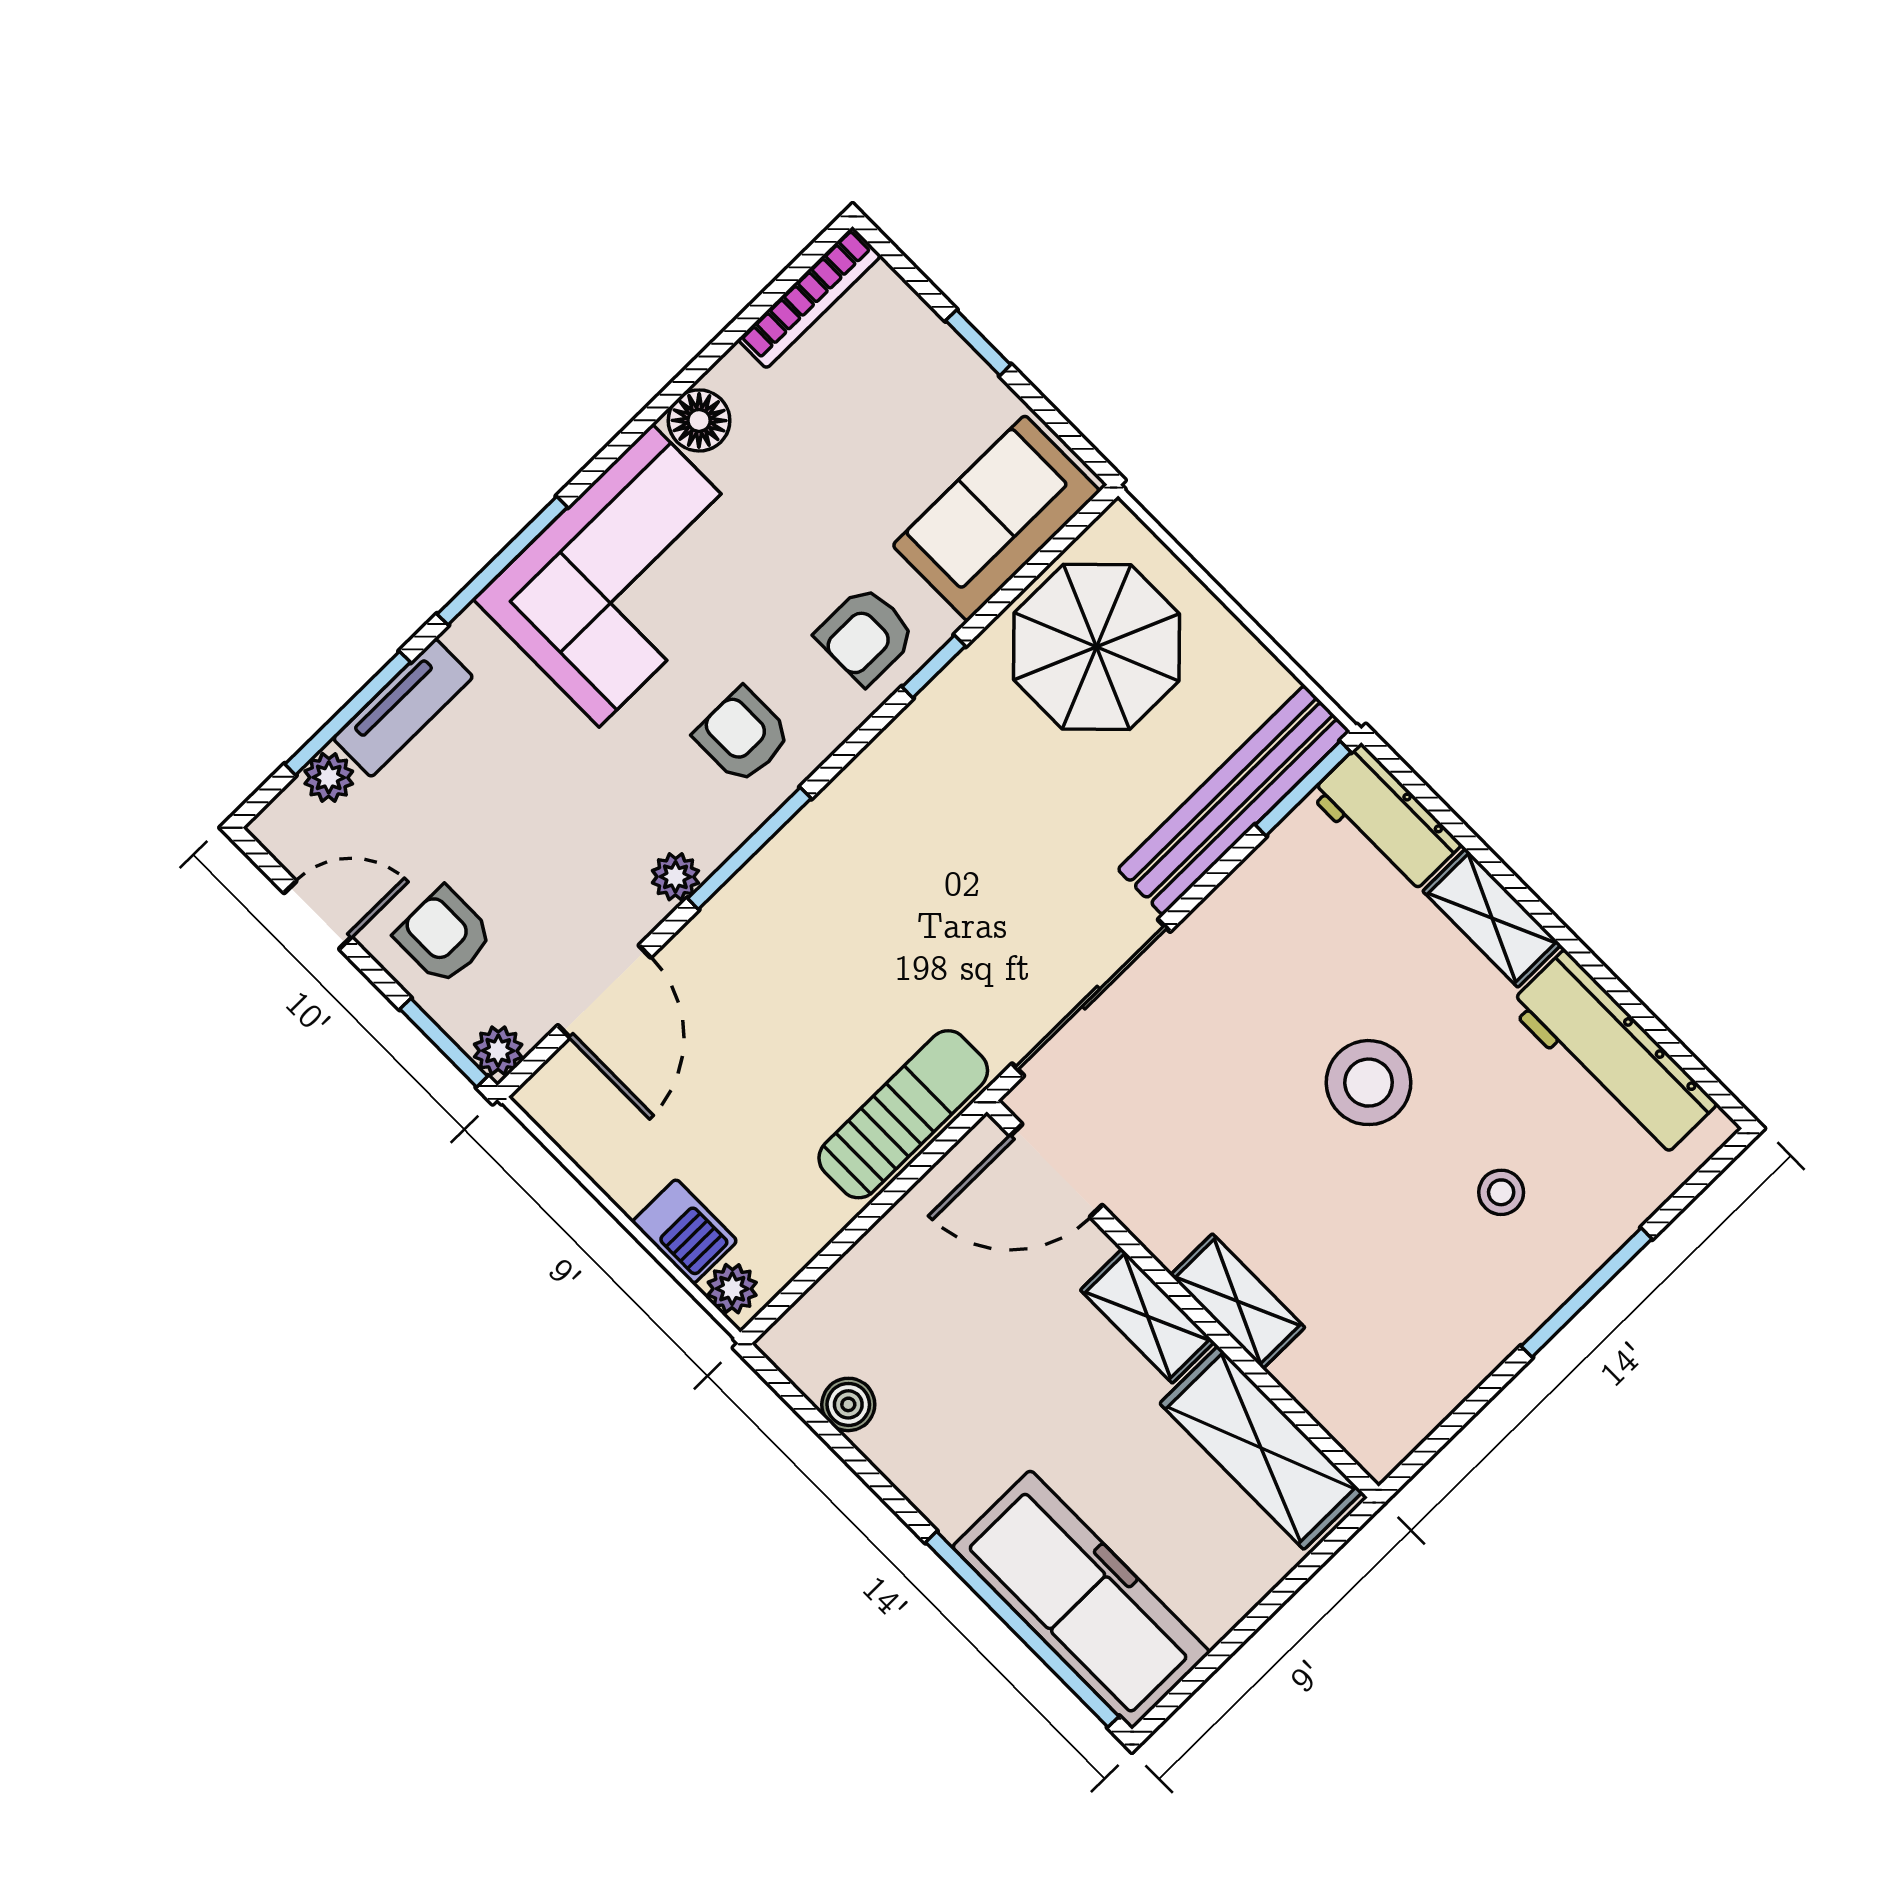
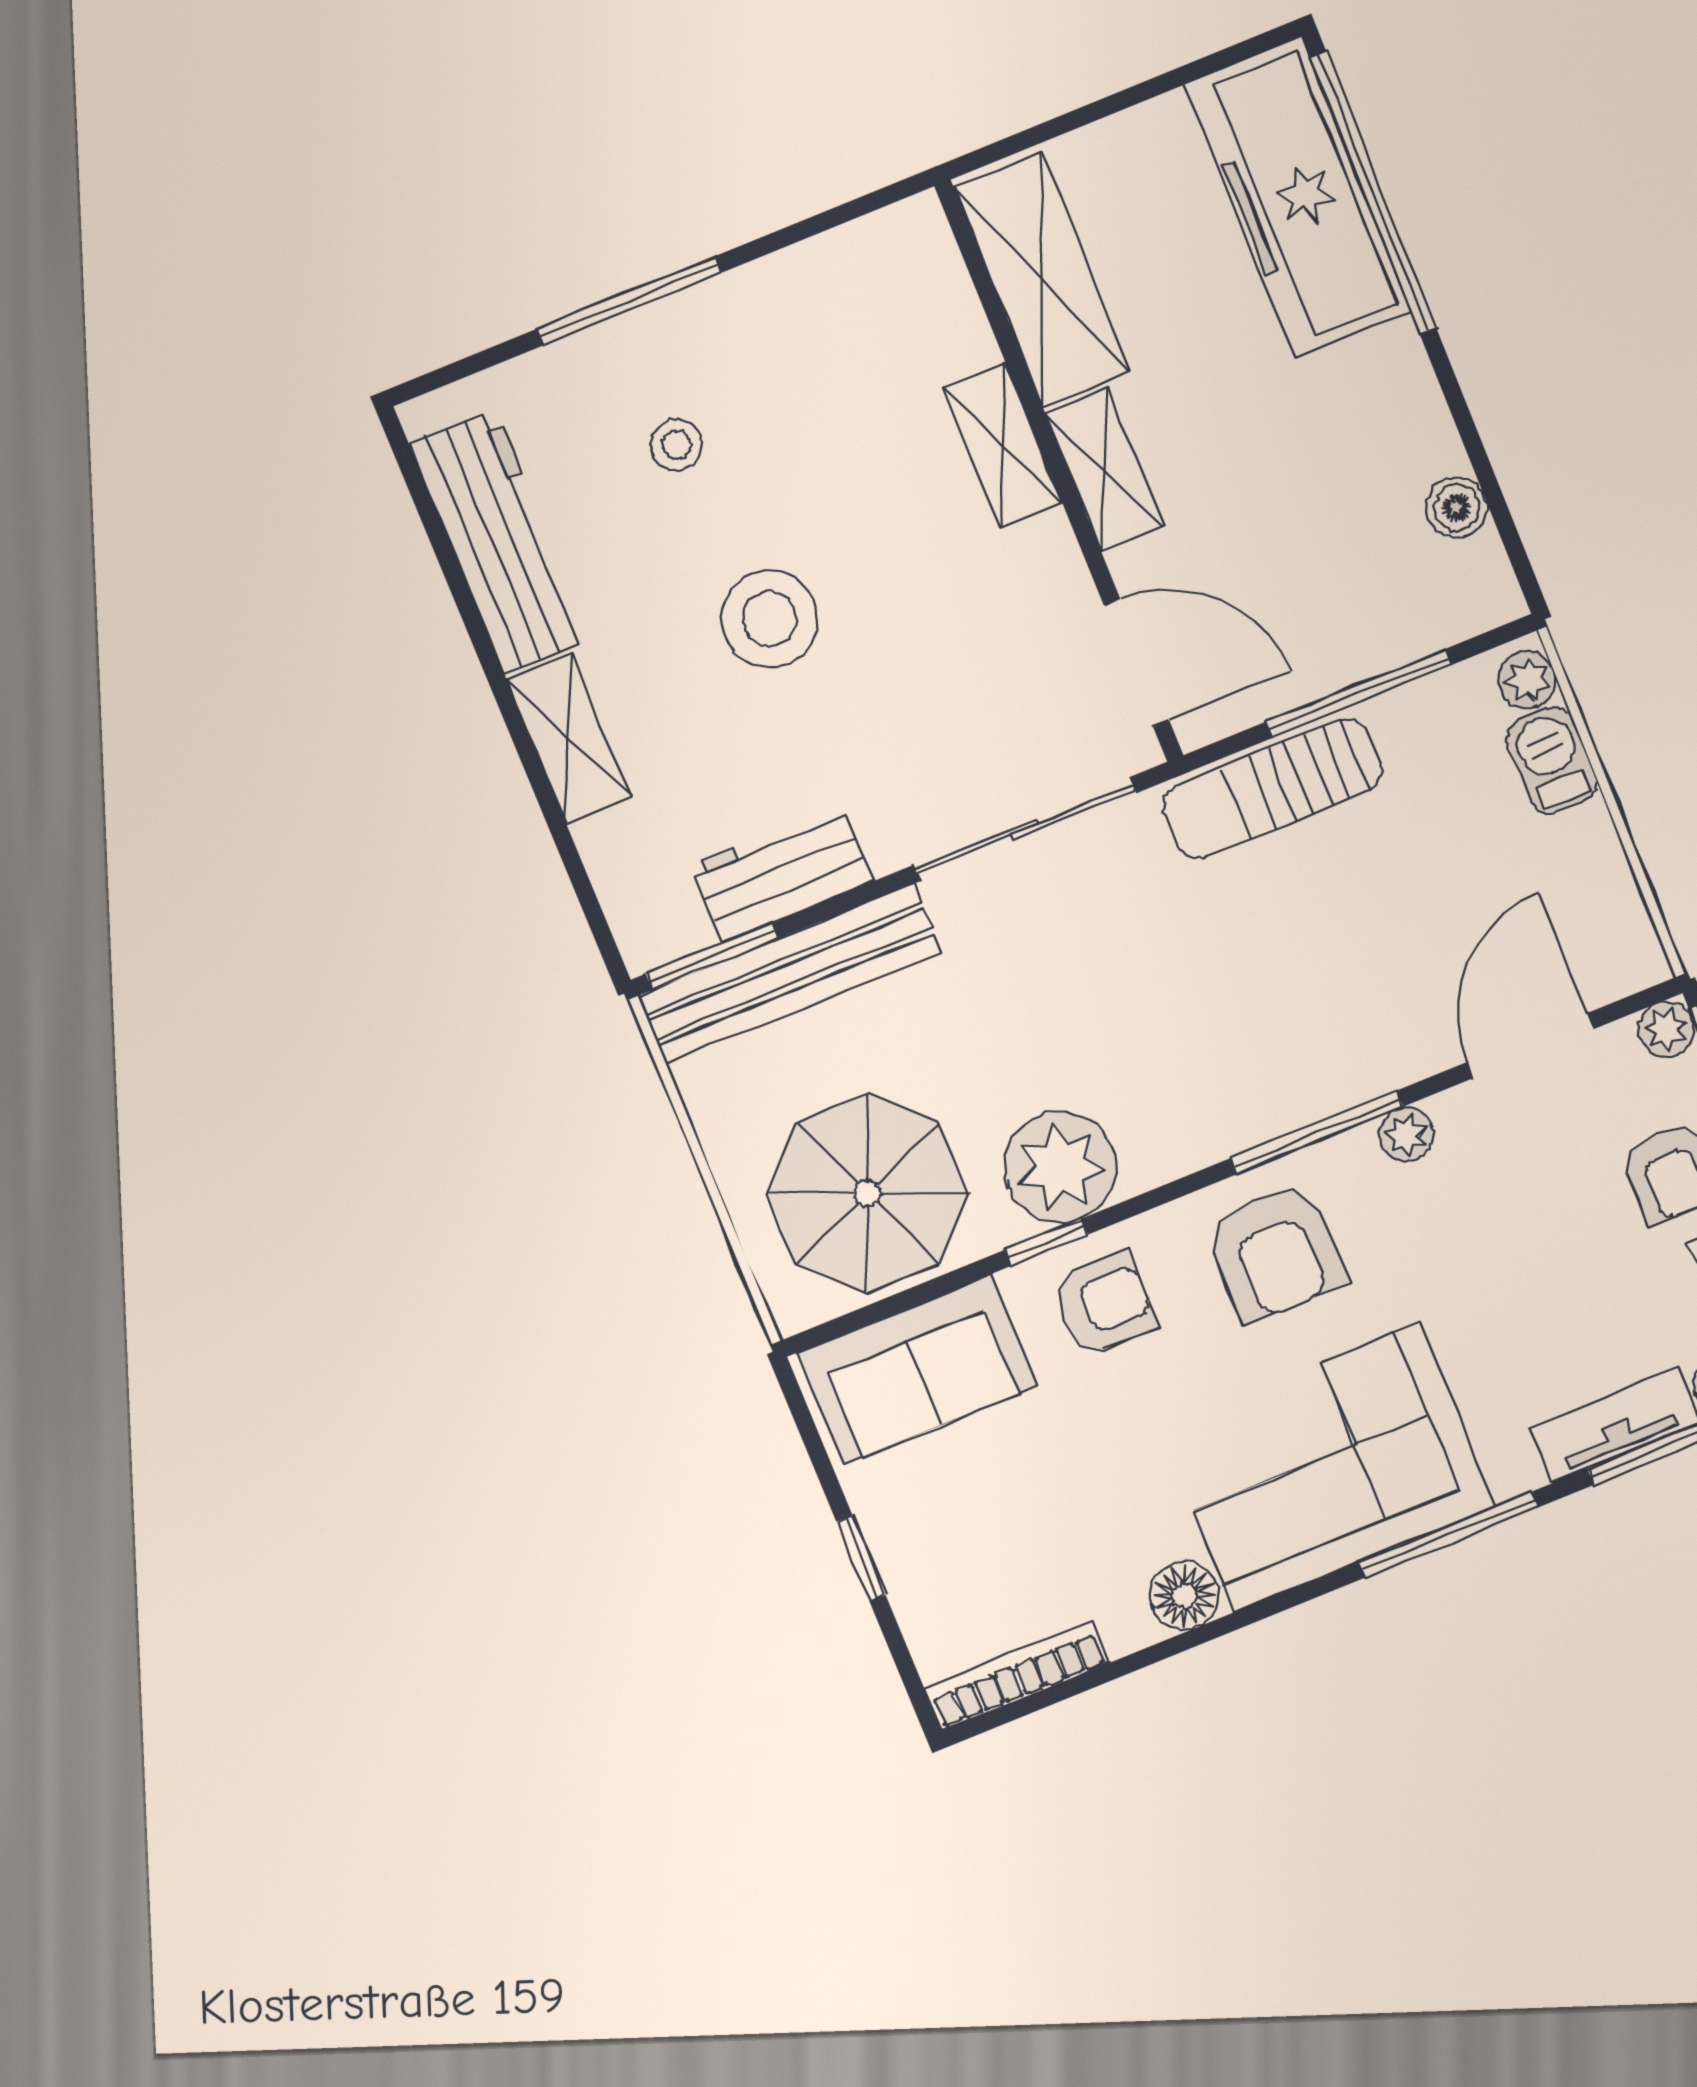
plant: (947, 733) -> (1061, 1167), added
armchair: (743, 736) -> (1275, 1252), width x1.38, depth x1.38
workbench: (1385, 820) -> (782, 873), moved, turned -90
window: (865, 1221) -> (1359, 693), added

